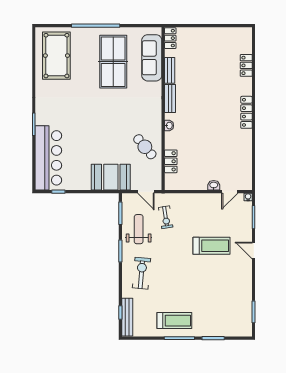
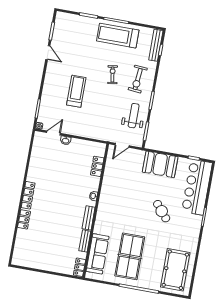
locker: (246, 65) -> (24, 219), moved
cafe table: (145, 147) -> (162, 211), moved
booth: (111, 177) -> (160, 164), moved
door: (146, 192) -> (122, 145), swing flipped
exercise bike: (166, 217) -> (113, 75), moved
weight bench: (139, 229) -> (134, 116), turned 180
treadmill: (212, 246) -> (76, 91), turned 90
door: (254, 250) -> (48, 53), moved
treadmill: (174, 321) -> (118, 36), width x1.37, depth x1.38

